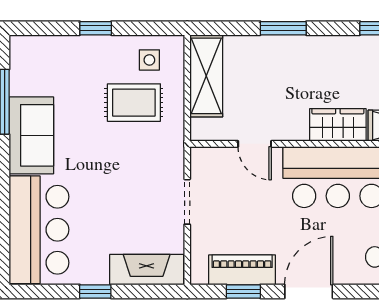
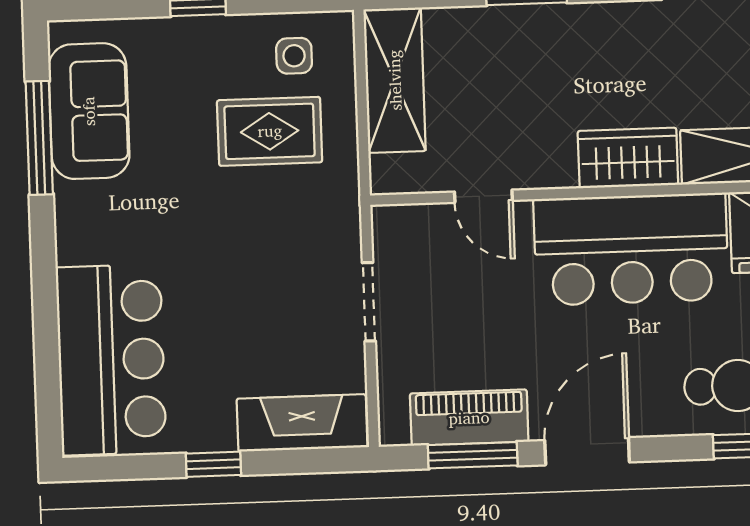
sofa: (31, 135) -> (89, 111), moved
window: (243, 291) -> (473, 455), width x1.50

